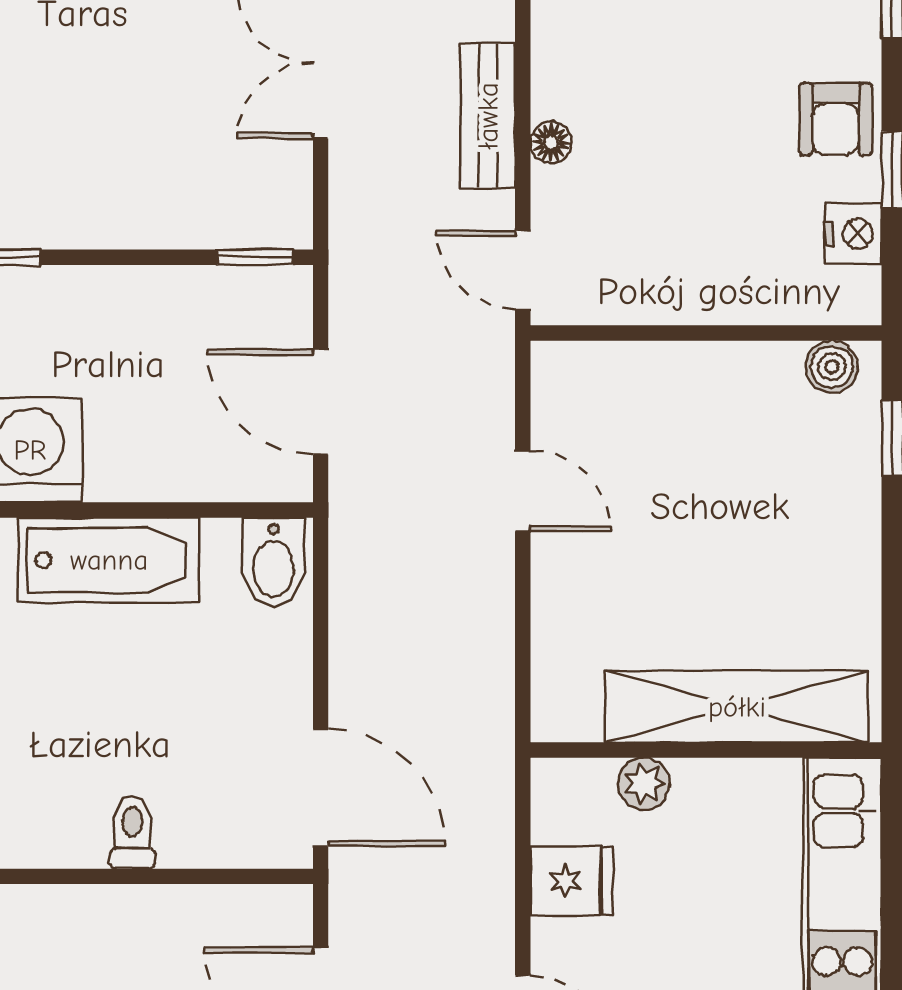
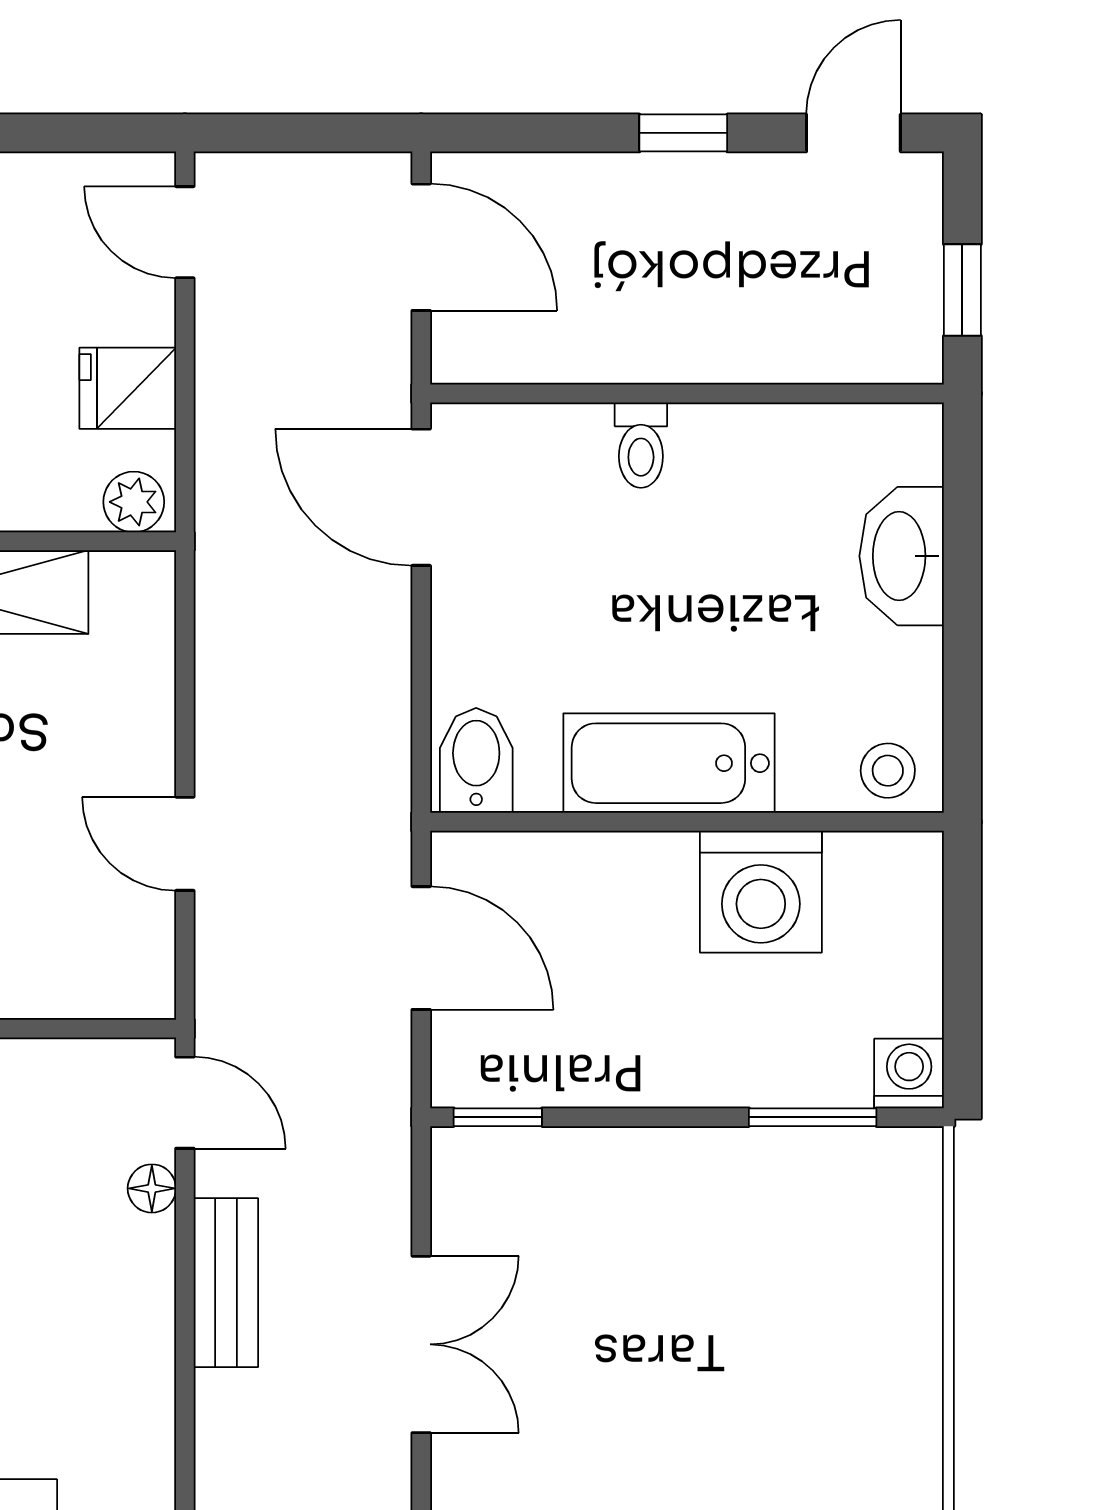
floor lamp: (551, 142) -> (152, 1188), moved
plant: (644, 784) -> (134, 502), moved

